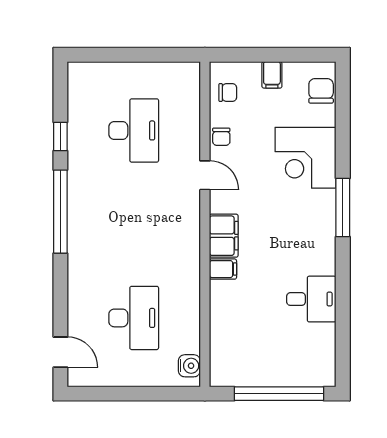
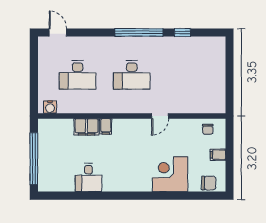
desk: (134, 130) -> (132, 75), moved
chair: (221, 137) -> (182, 125), removed
window: (343, 208) -> (141, 196), removed
filing cabinet: (224, 236) -> (86, 127), moved
door: (60, 352) -> (58, 33), swing flipped

